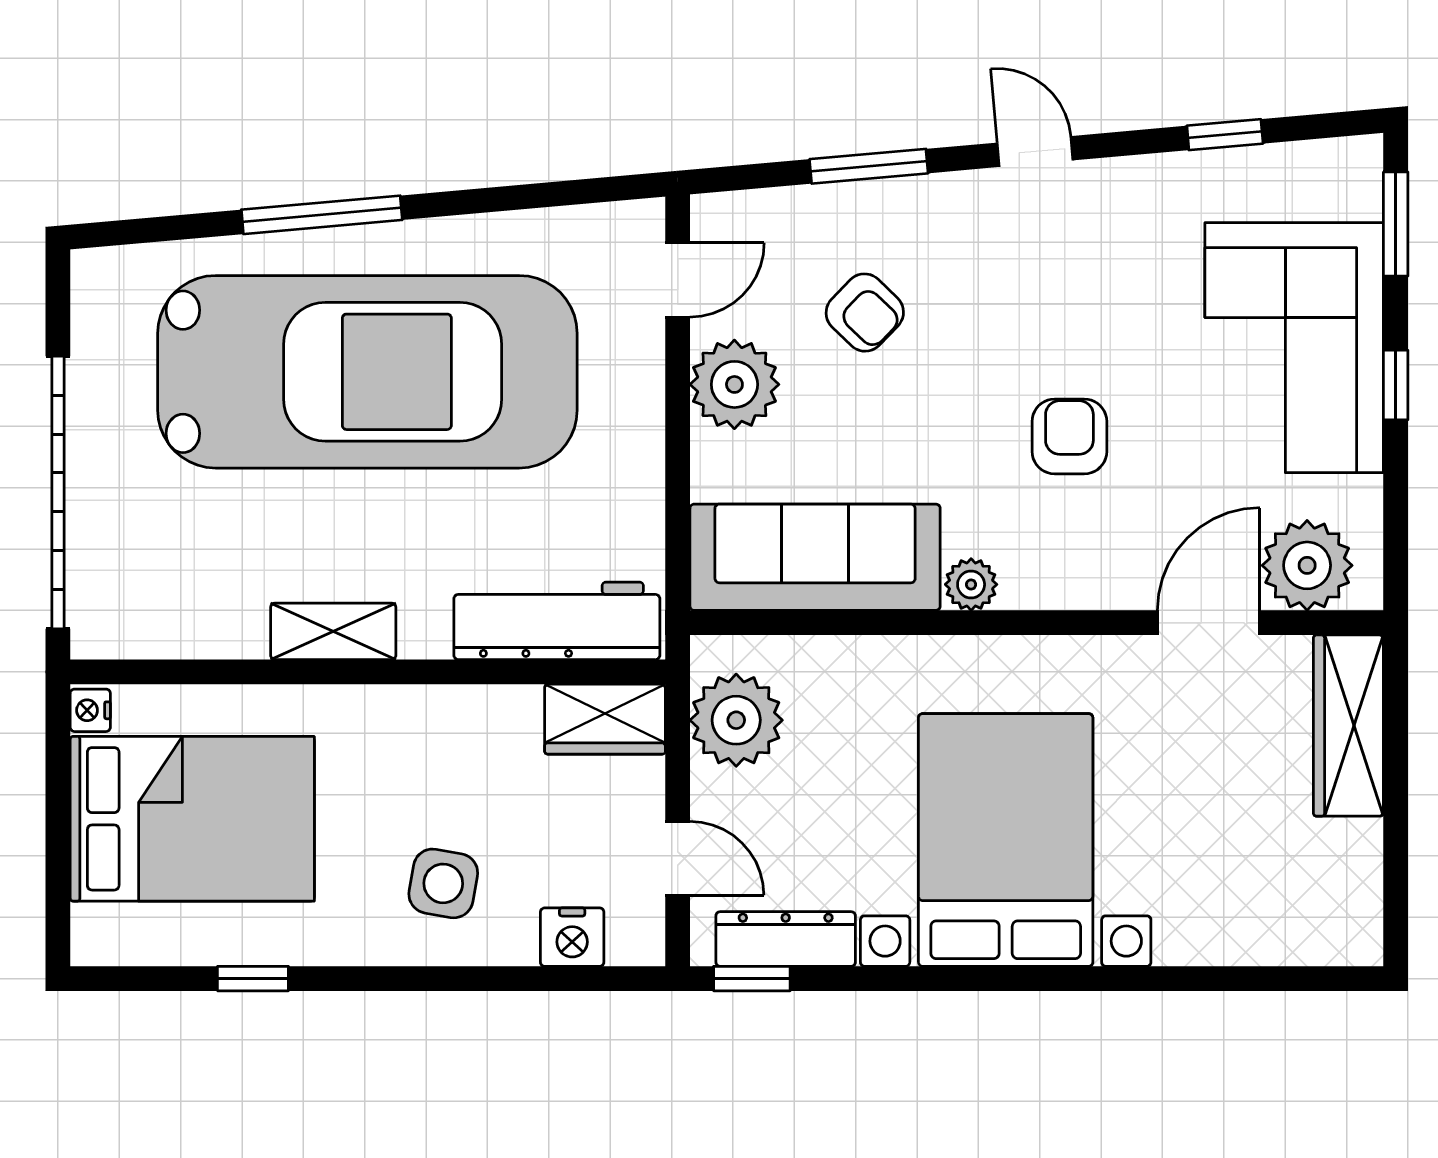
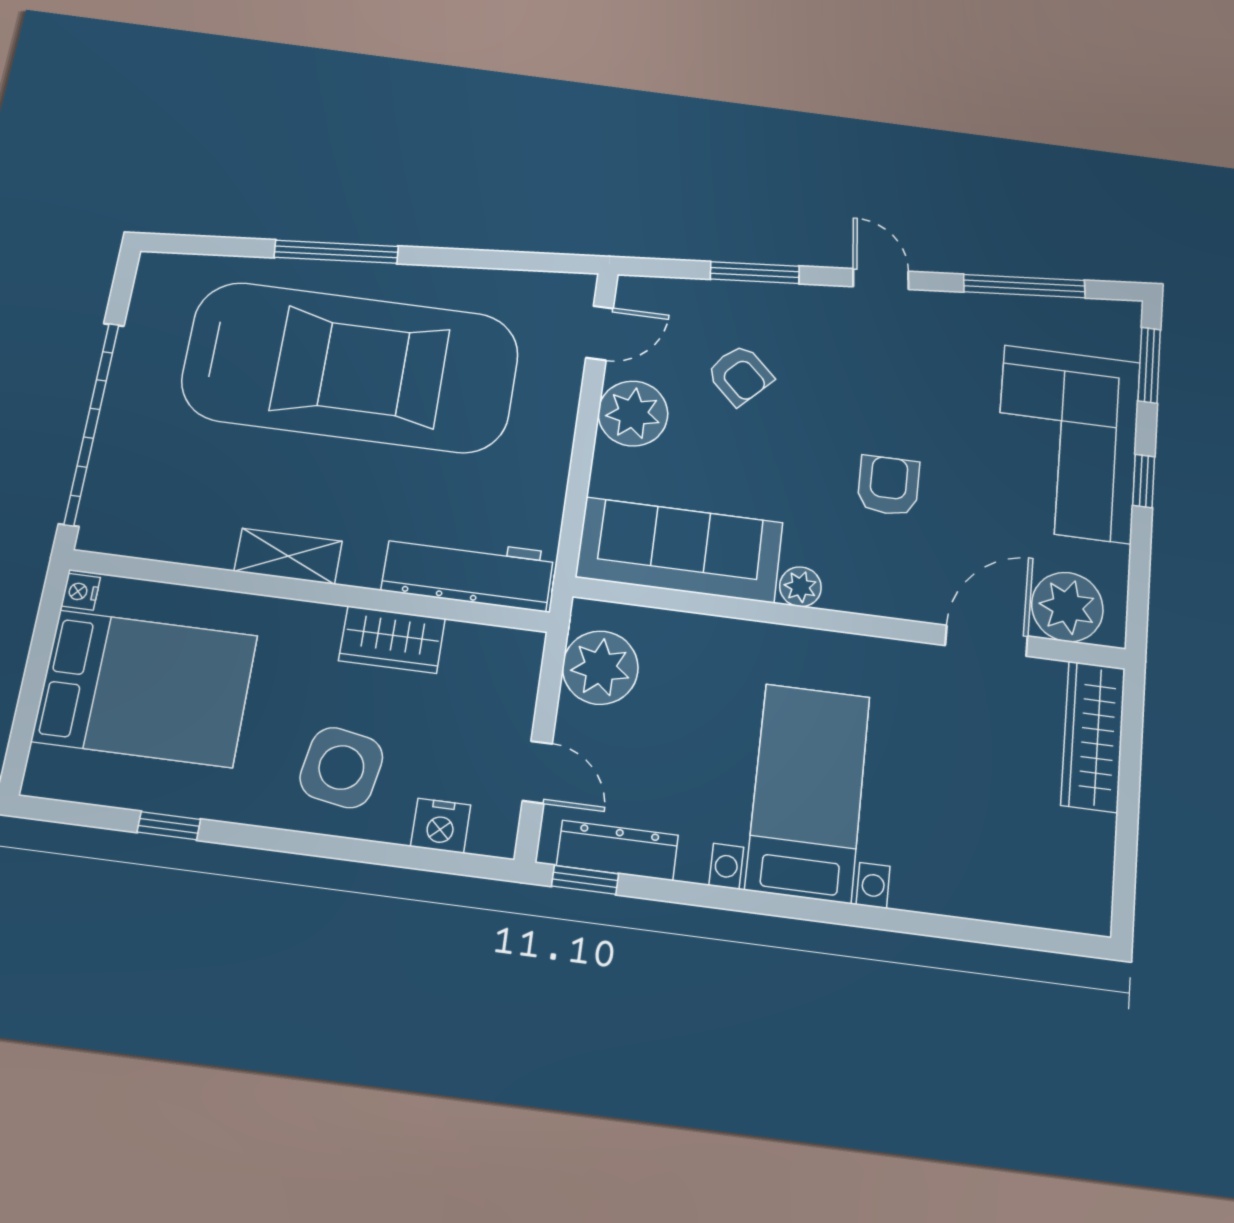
window: (1225, 135) -> (1024, 286), width x2.17
wardrobe: (605, 719) -> (392, 640), moved
bed with nightstands: (1006, 840) -> (808, 792), width x0.73
side table: (443, 883) -> (341, 768), width x1.37, depth x1.37

